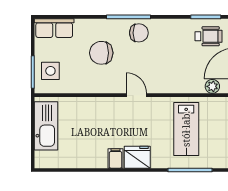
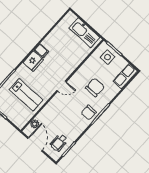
lab bench: (186, 129) -> (26, 95), turned 180

